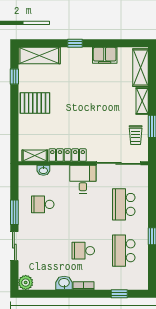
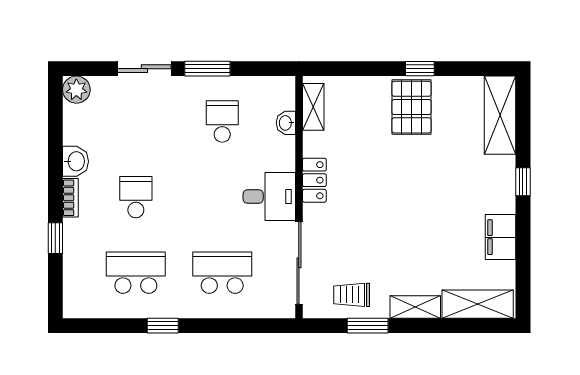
window: (14, 77) -> (420, 69), moved
locker: (68, 155) -> (314, 180), width x0.66
window: (119, 294) -> (55, 238), moved

